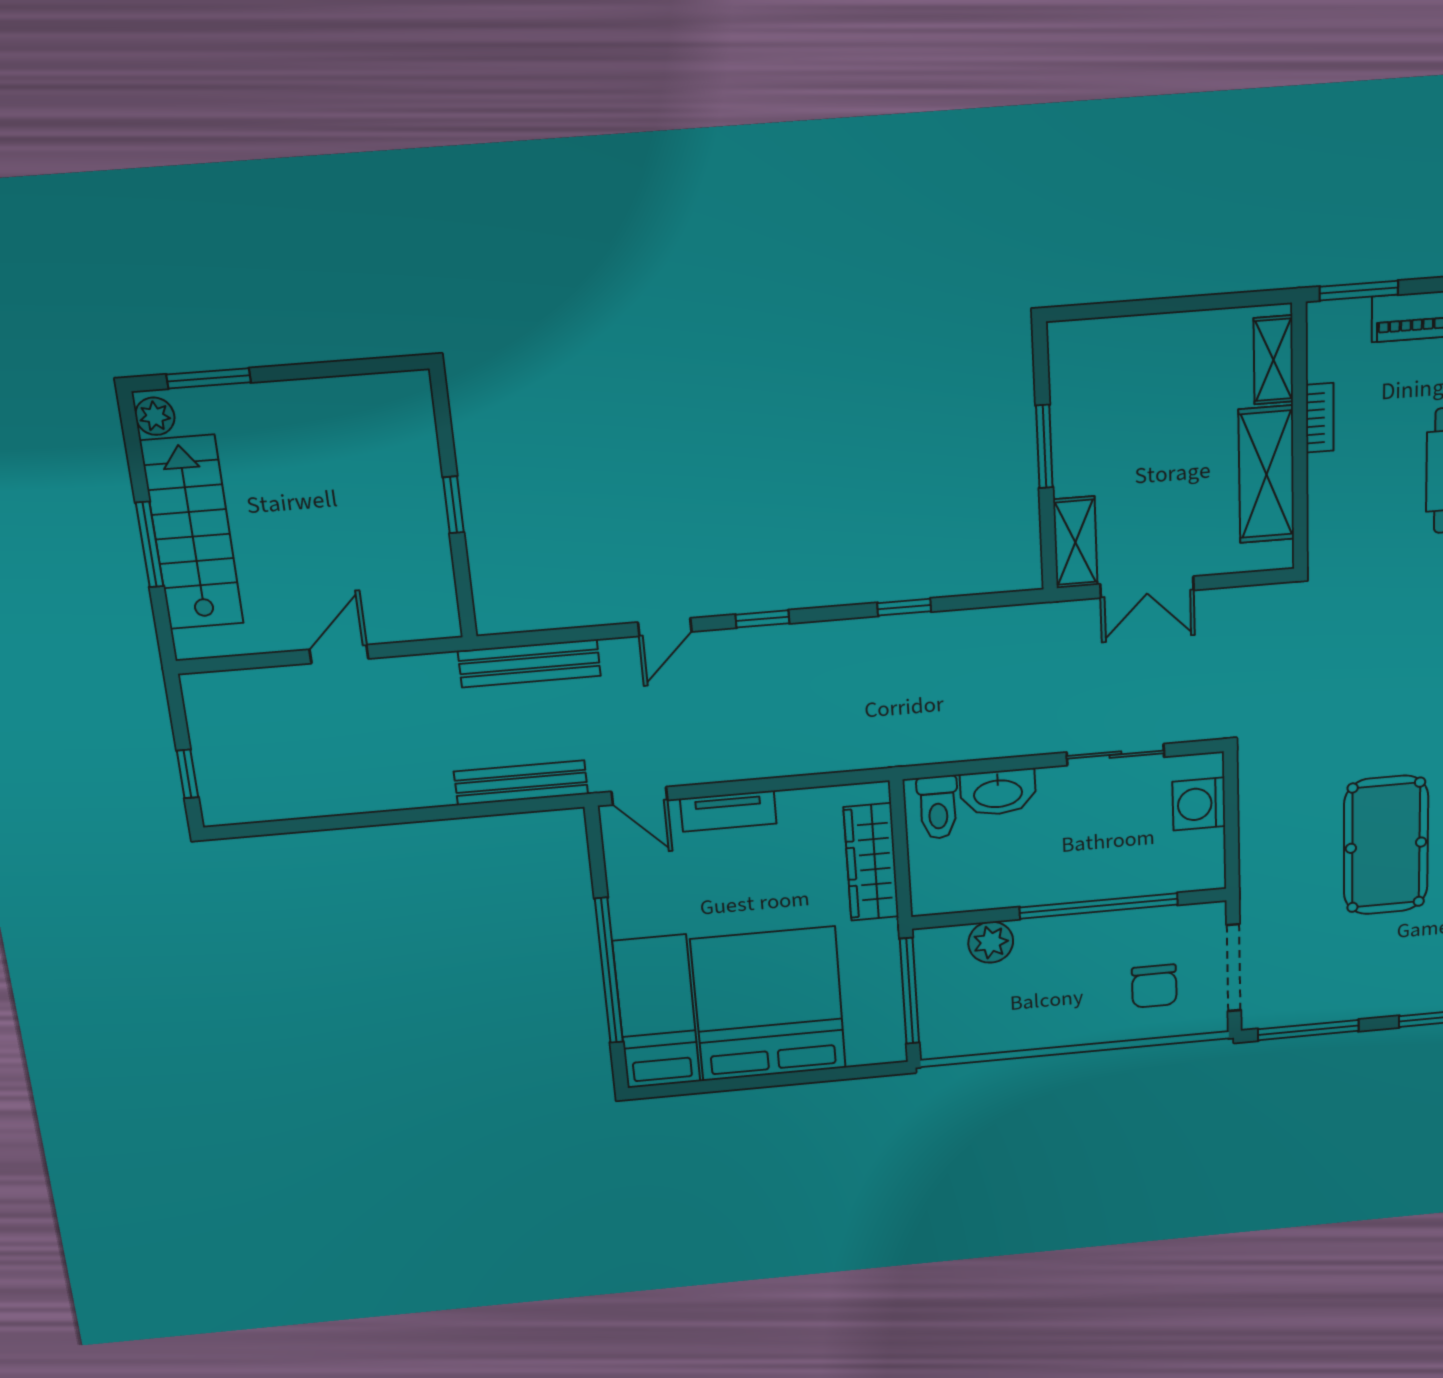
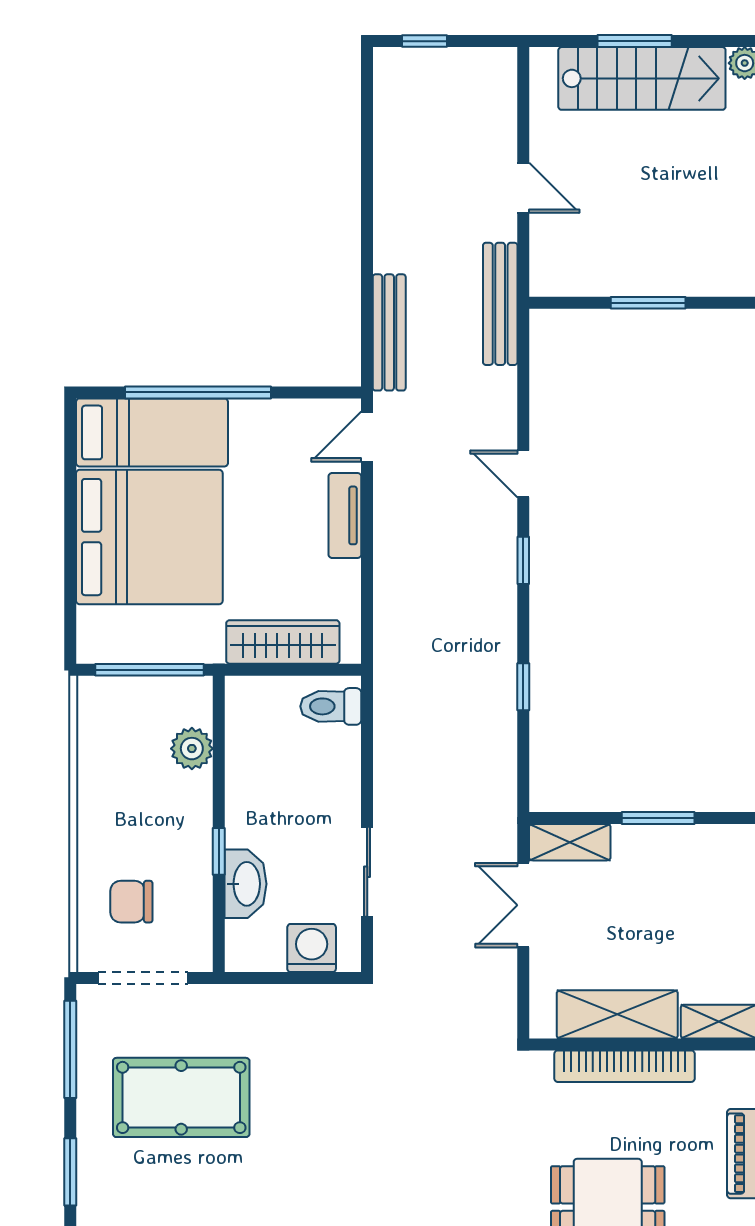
bookcase: (1320, 418) -> (625, 1066), width x2.31, depth x1.31
window: (453, 505) -> (648, 303), width x1.50
bench: (529, 663) -> (500, 304), moved
washbasin: (998, 792) -> (245, 884), moved, turned 180
pool table: (1386, 845) -> (181, 1097), moved
window: (1099, 906) -> (219, 851), width x0.32

